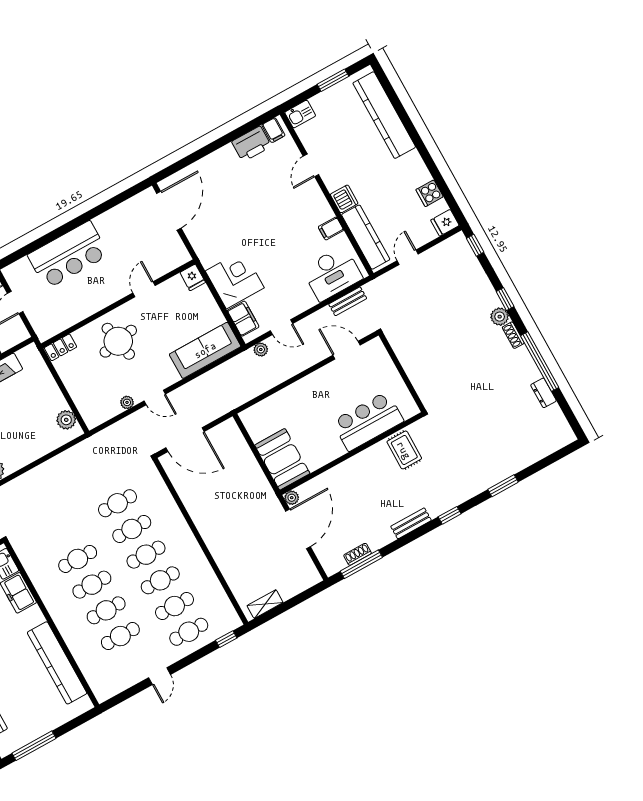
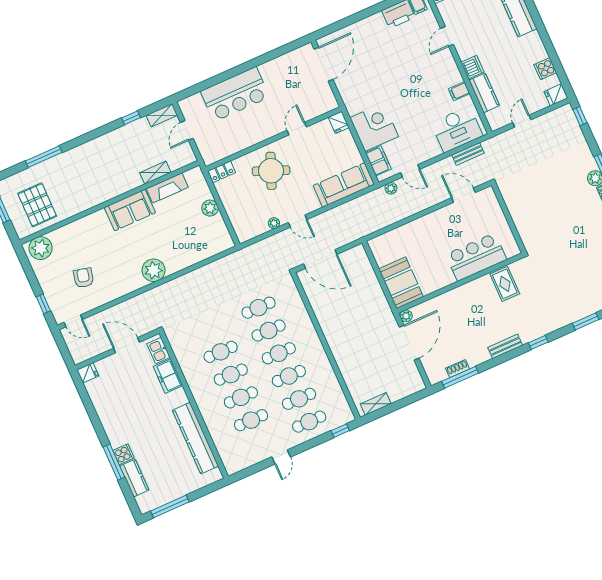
kitchen counter: (366, 237) -> (484, 93), width x0.67
round table: (118, 341) -> (271, 171), turned 33
plant: (66, 420) -> (210, 208), moved

